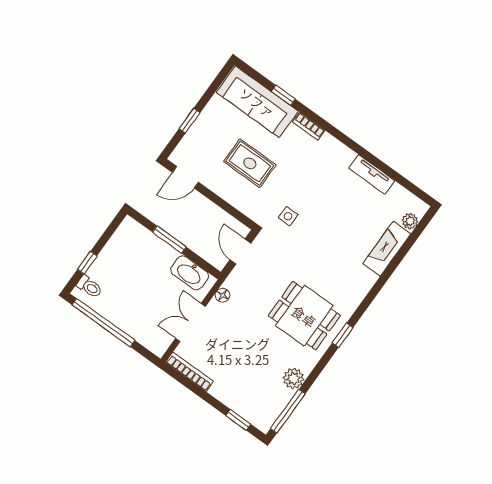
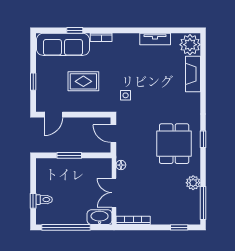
plant: (410, 221) -> (190, 45), width x1.87, depth x1.87
washbasin: (190, 273) -> (100, 217), moved, turned 180
toilet: (89, 287) -> (44, 200), moved
dining table: (304, 316) -> (174, 144), turned 90

